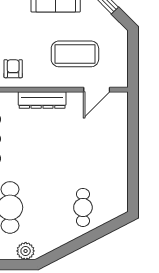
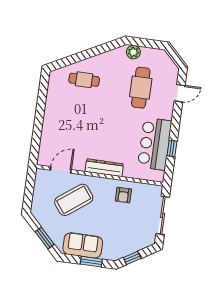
coffee table: (75, 54) -> (74, 200), turned -37
cafe table: (83, 207) -> (84, 80), turned 90

